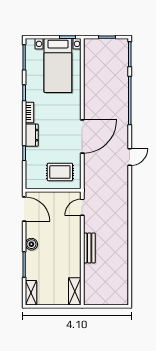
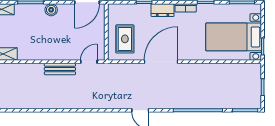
door: (82, 137) -> (161, 62), swing flipped
door: (82, 207) -> (89, 62), hinge flipped
bench: (89, 248) -> (60, 69), moved

